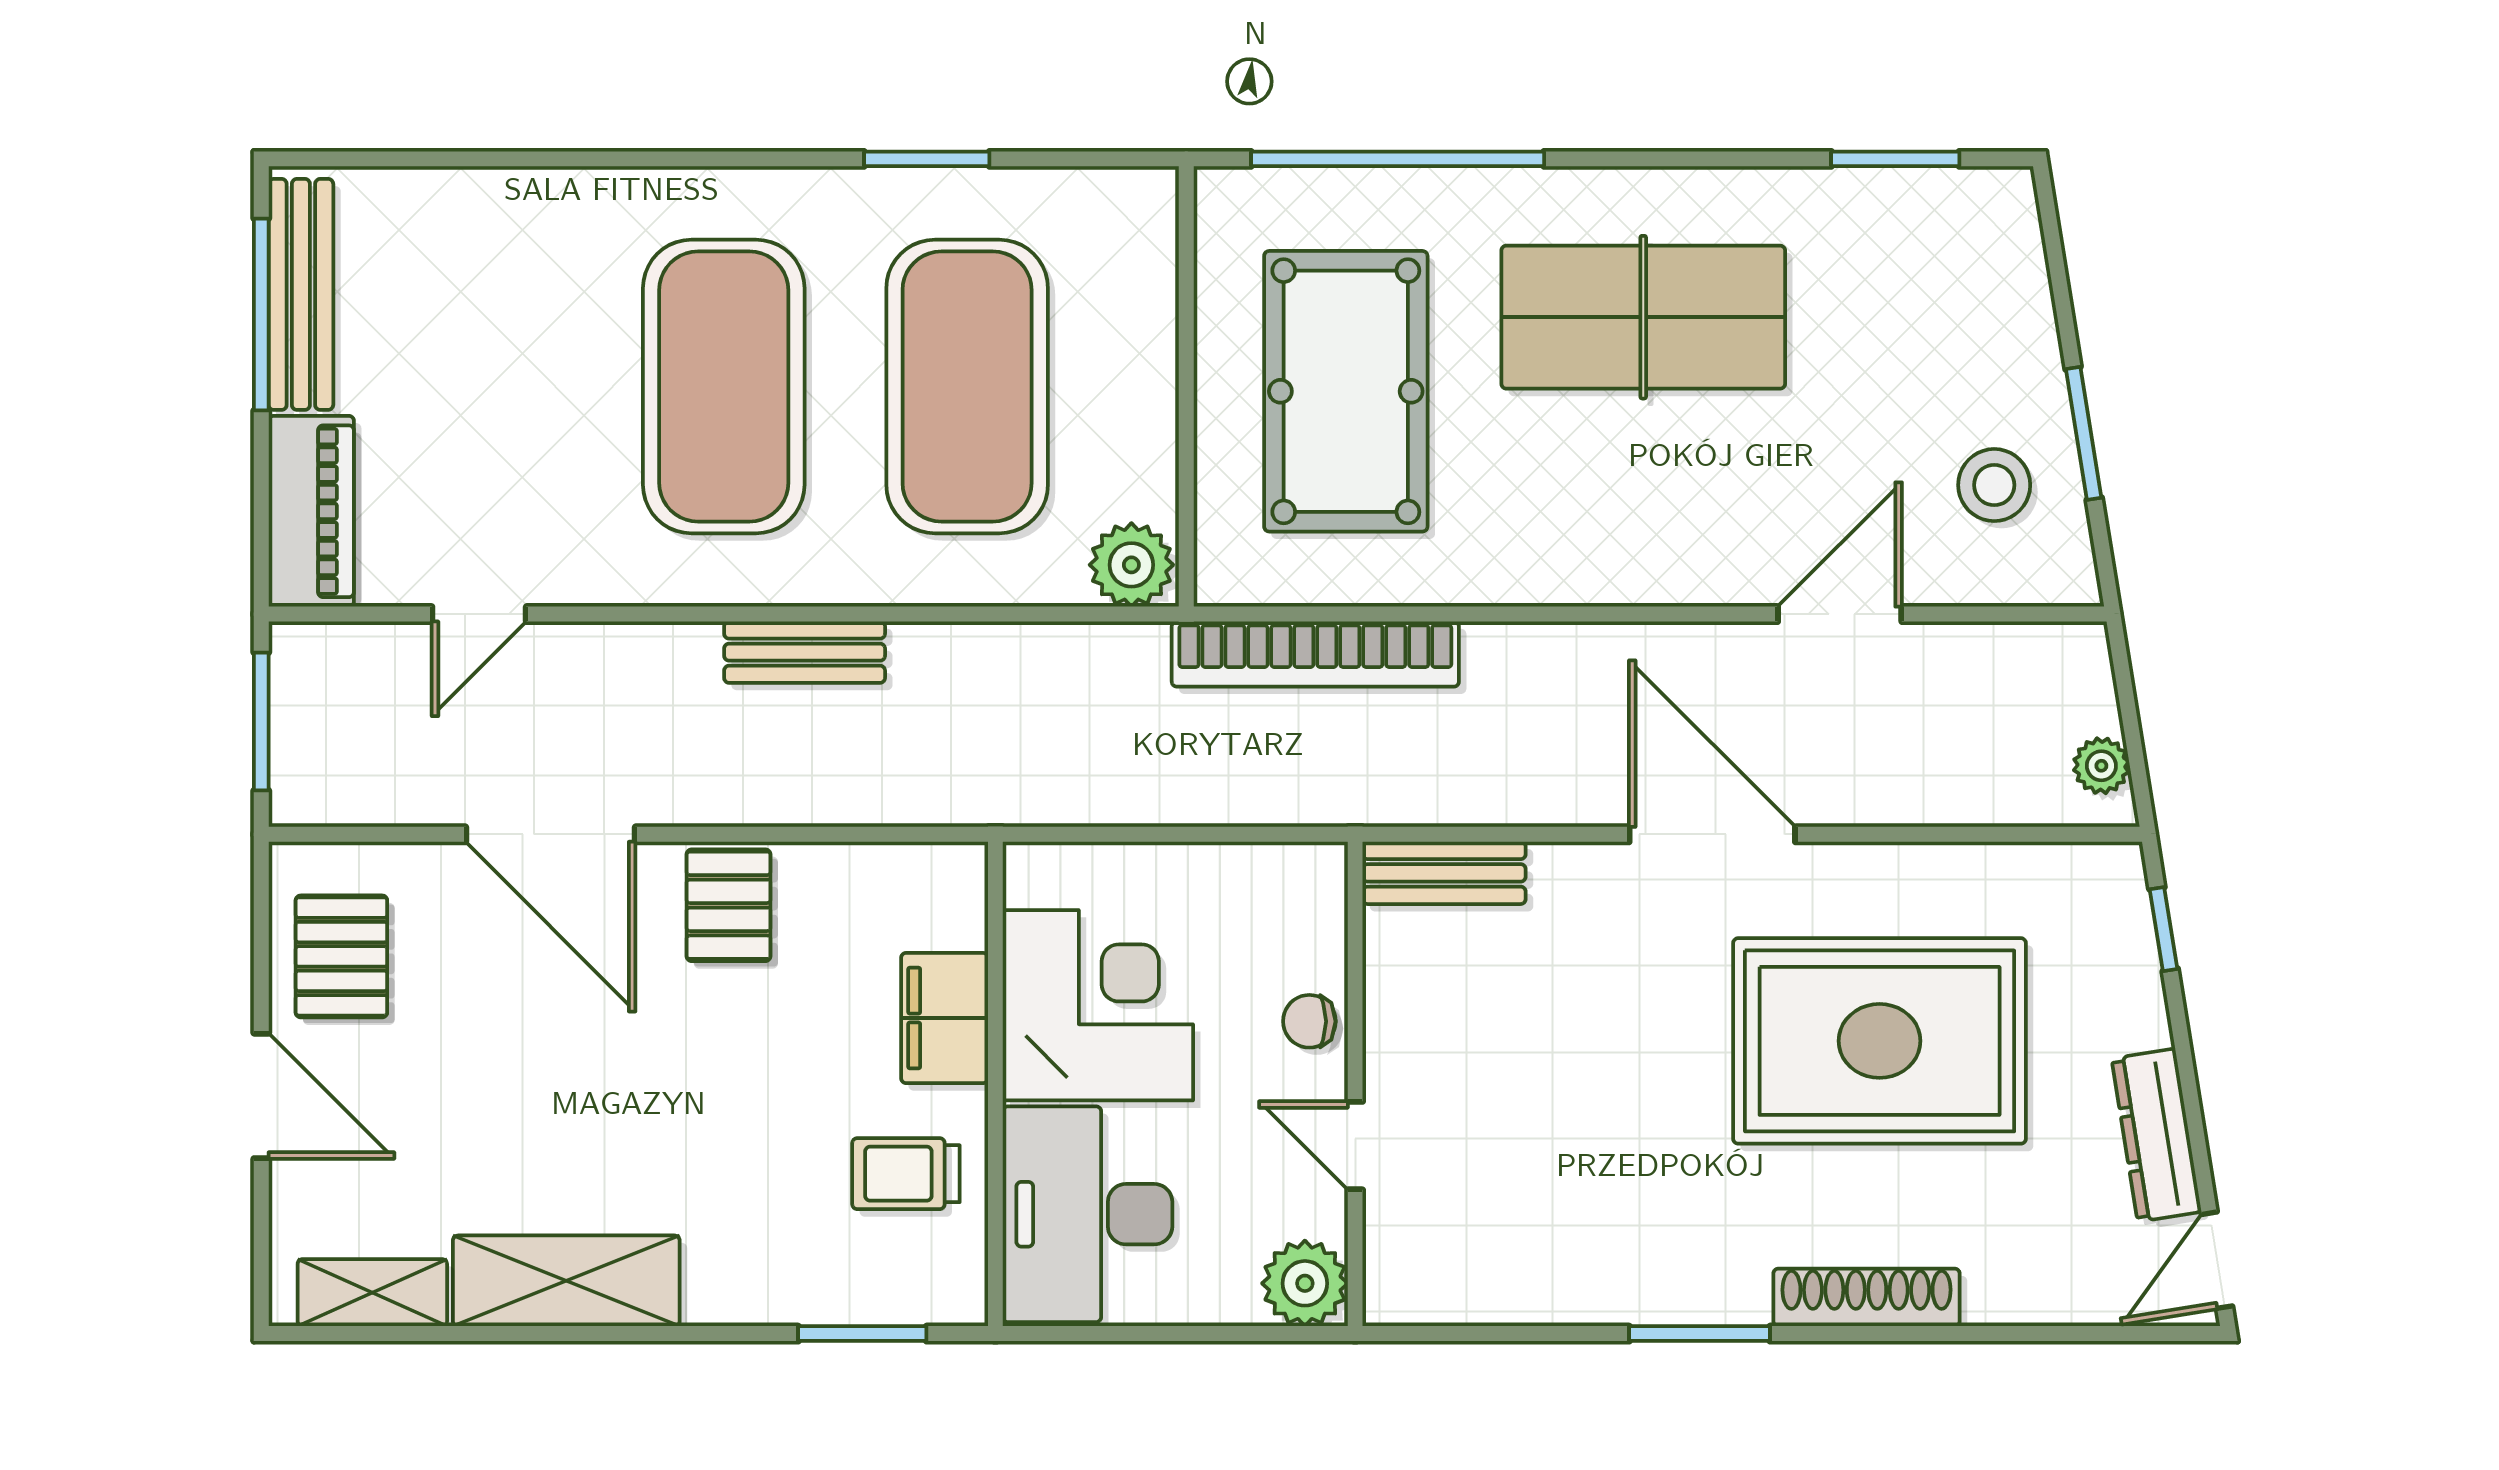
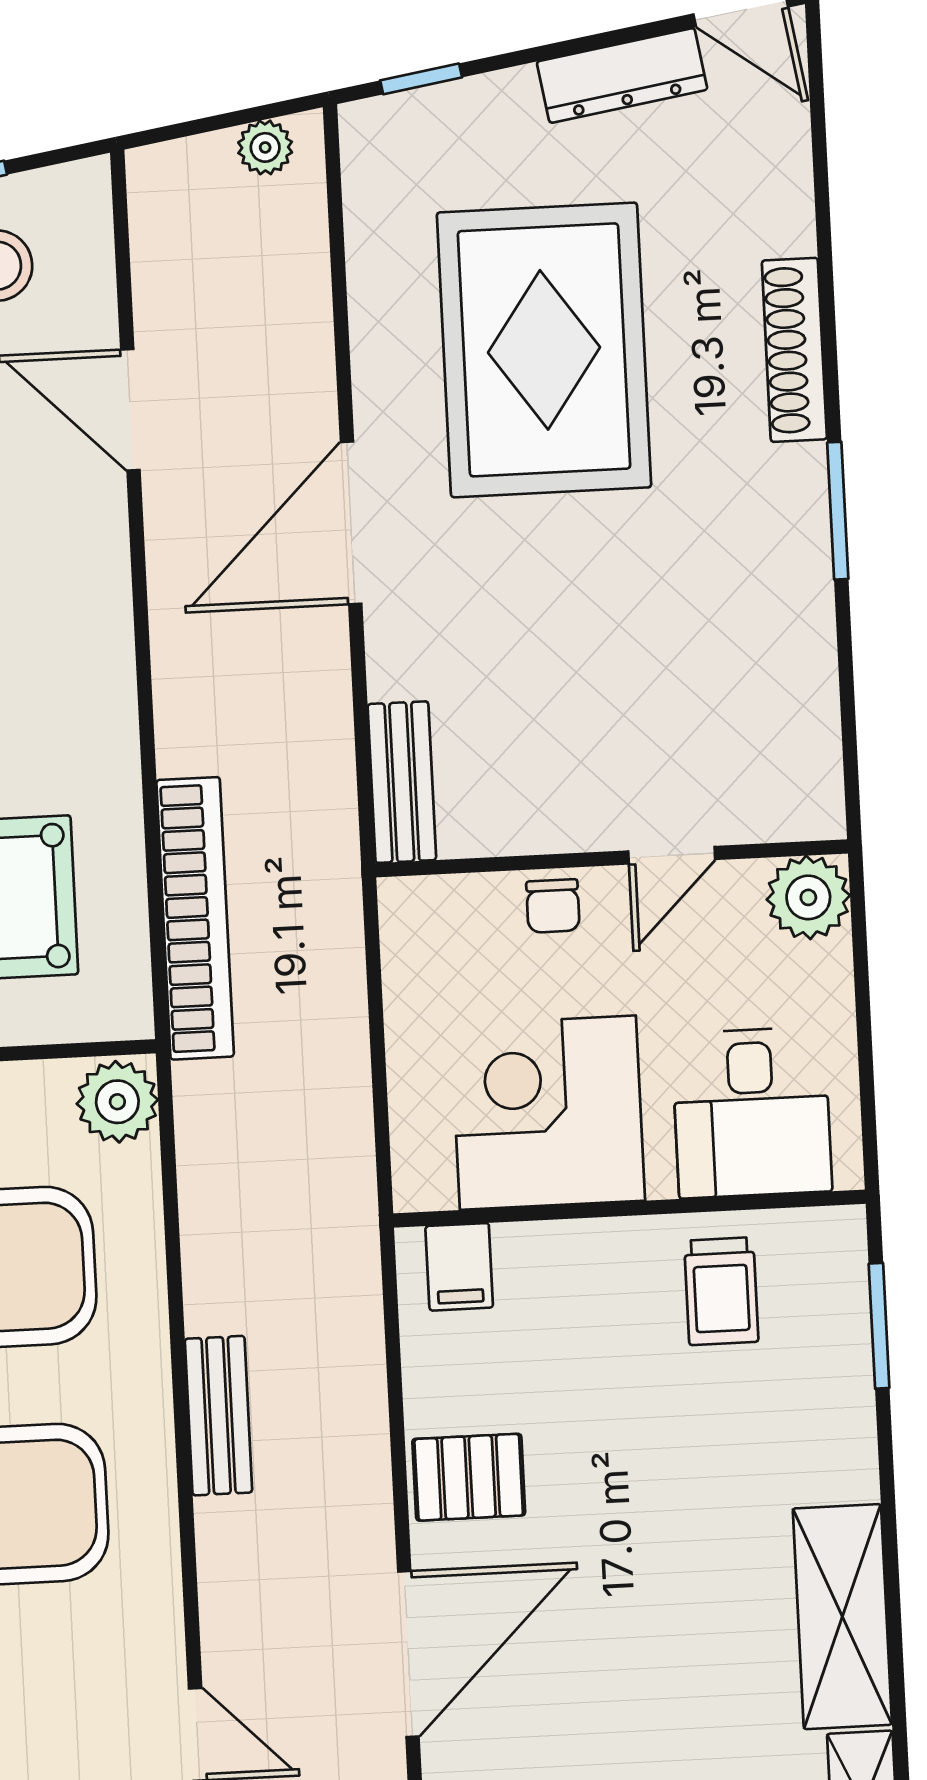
filing cabinet: (945, 1018) -> (459, 1267), moved, width x0.50
desk: (1088, 1214) -> (752, 1112), width x0.73

